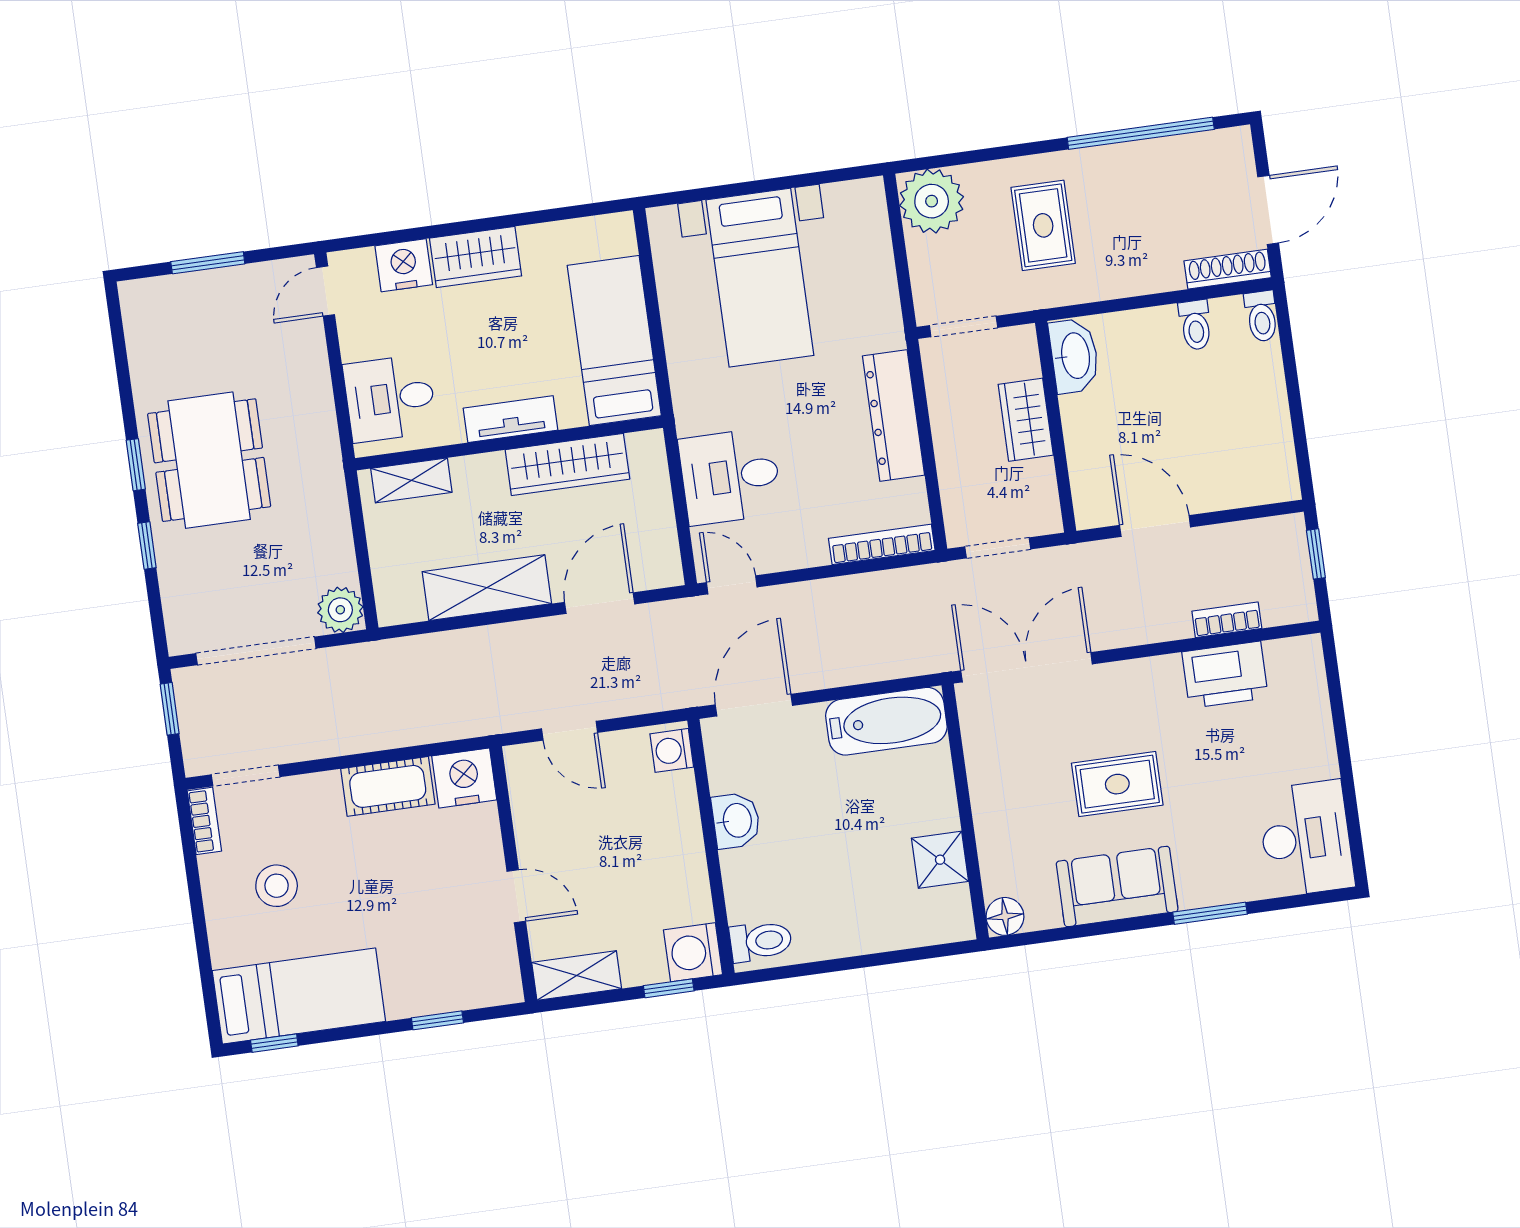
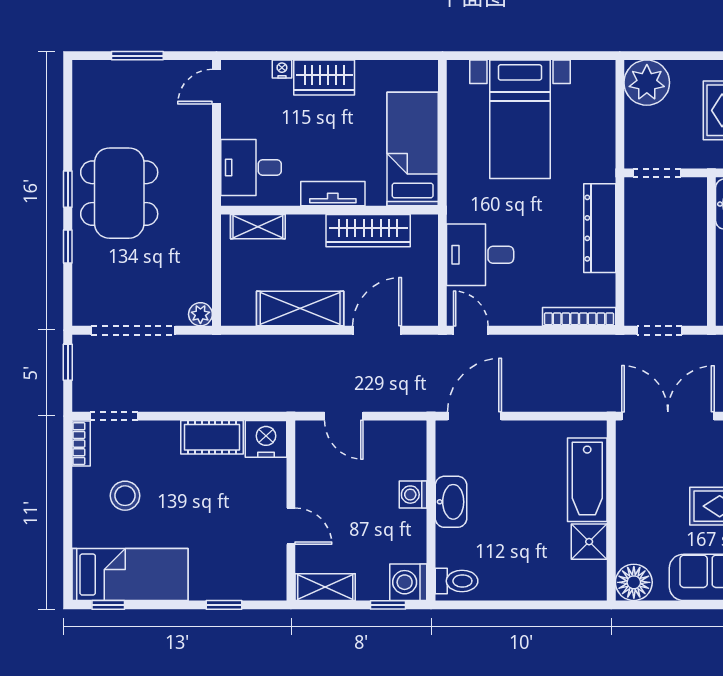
nightstand: (404, 265) -> (282, 69), width x0.53, depth x0.56
wardrobe: (1026, 420) -> (691, 244), removed
plant: (340, 610) -> (200, 314), width x0.73, depth x0.73
bathtub: (886, 721) -> (587, 480), moved, turned 90
washing machine: (672, 750) -> (413, 495), moved
washbasin: (736, 821) -> (451, 502), width x1.38
floor lamp: (1005, 916) -> (634, 582), width x1.38, depth x1.38

